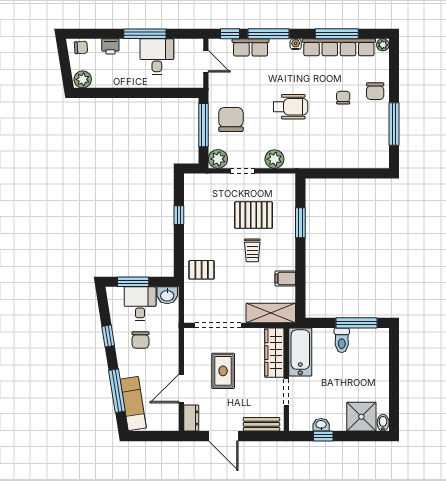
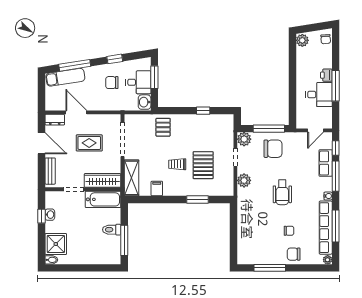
printer: (110, 46) -> (326, 75), moved
door: (224, 436) -> (42, 143), swing flipped

